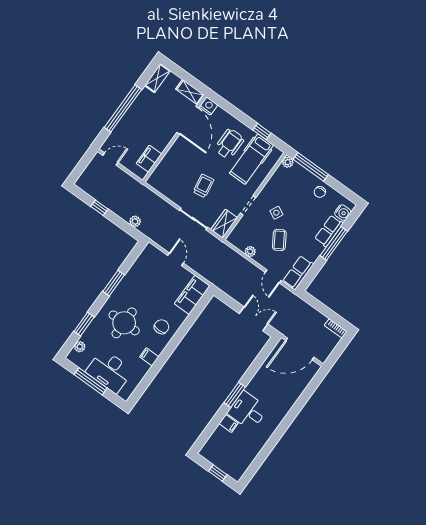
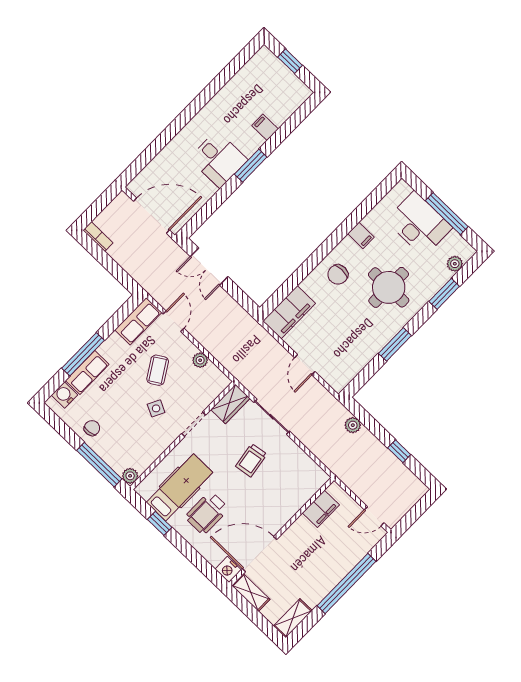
door: (188, 120) -> (260, 554), hinge flipped
desk: (248, 411) -> (218, 159), moved

